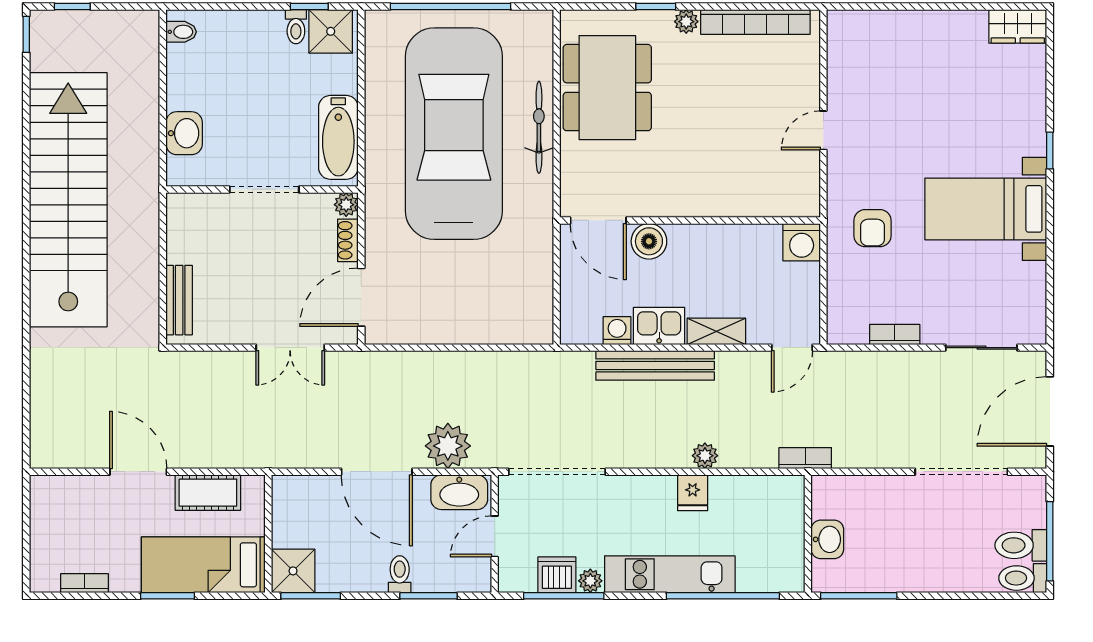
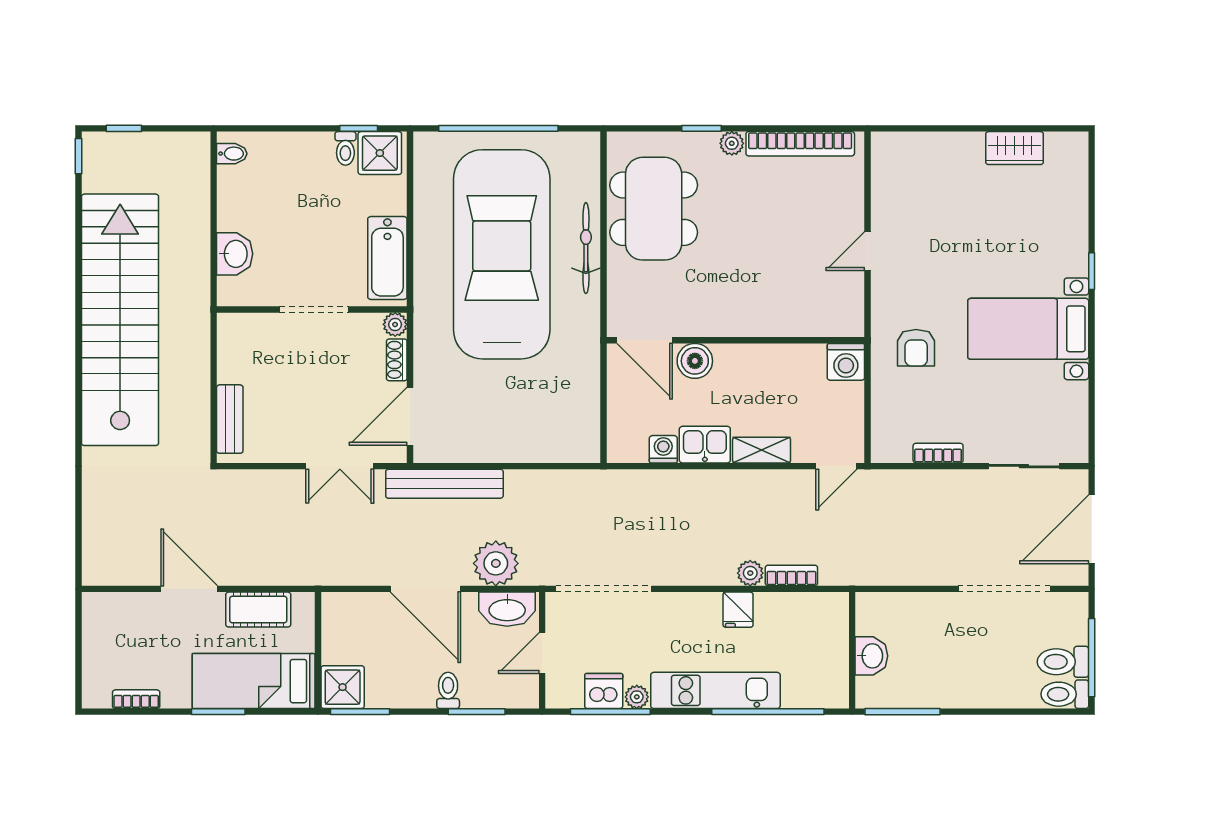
wardrobe: (1018, 26) -> (1015, 148), moved
bench: (655, 365) -> (444, 484), moved
bookcase: (805, 458) -> (791, 575), moved

